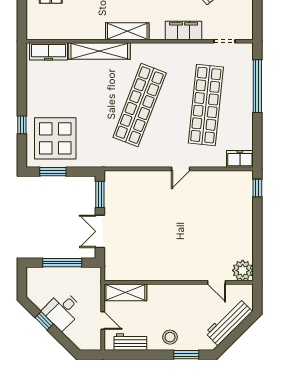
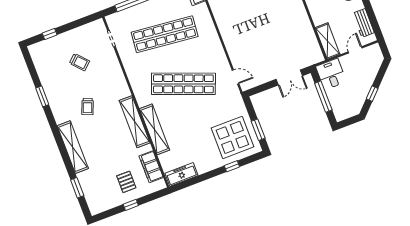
filing cabinet: (183, 30) -> (151, 167), moved
shelving: (127, 31) -> (135, 122), width x1.47
freezer: (49, 51) -> (181, 174), moved, turned -90
door: (181, 169) -> (236, 77), moved
window: (100, 194) -> (262, 88), removed
desk: (62, 310) -> (331, 74), moved, turned -135

